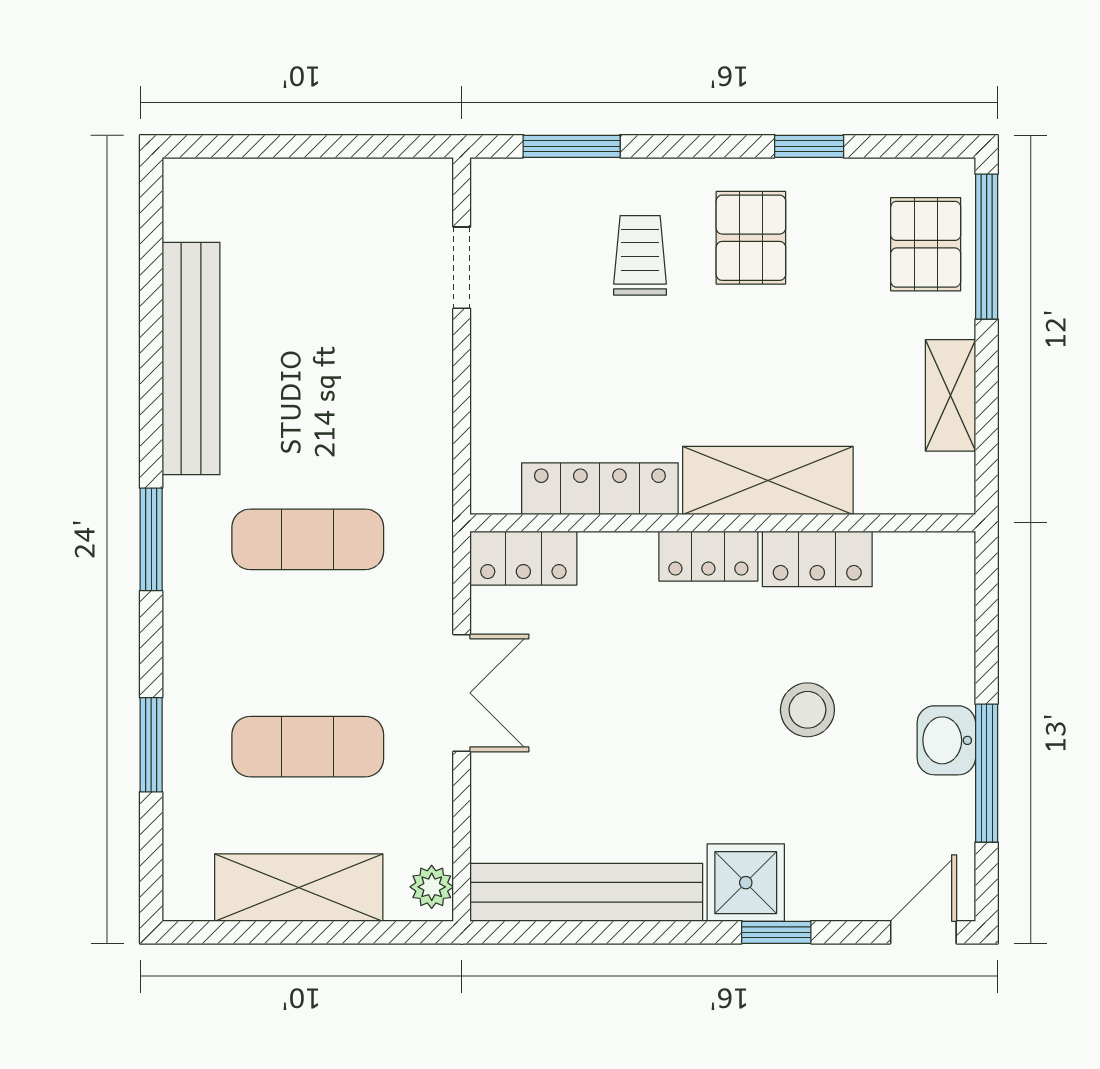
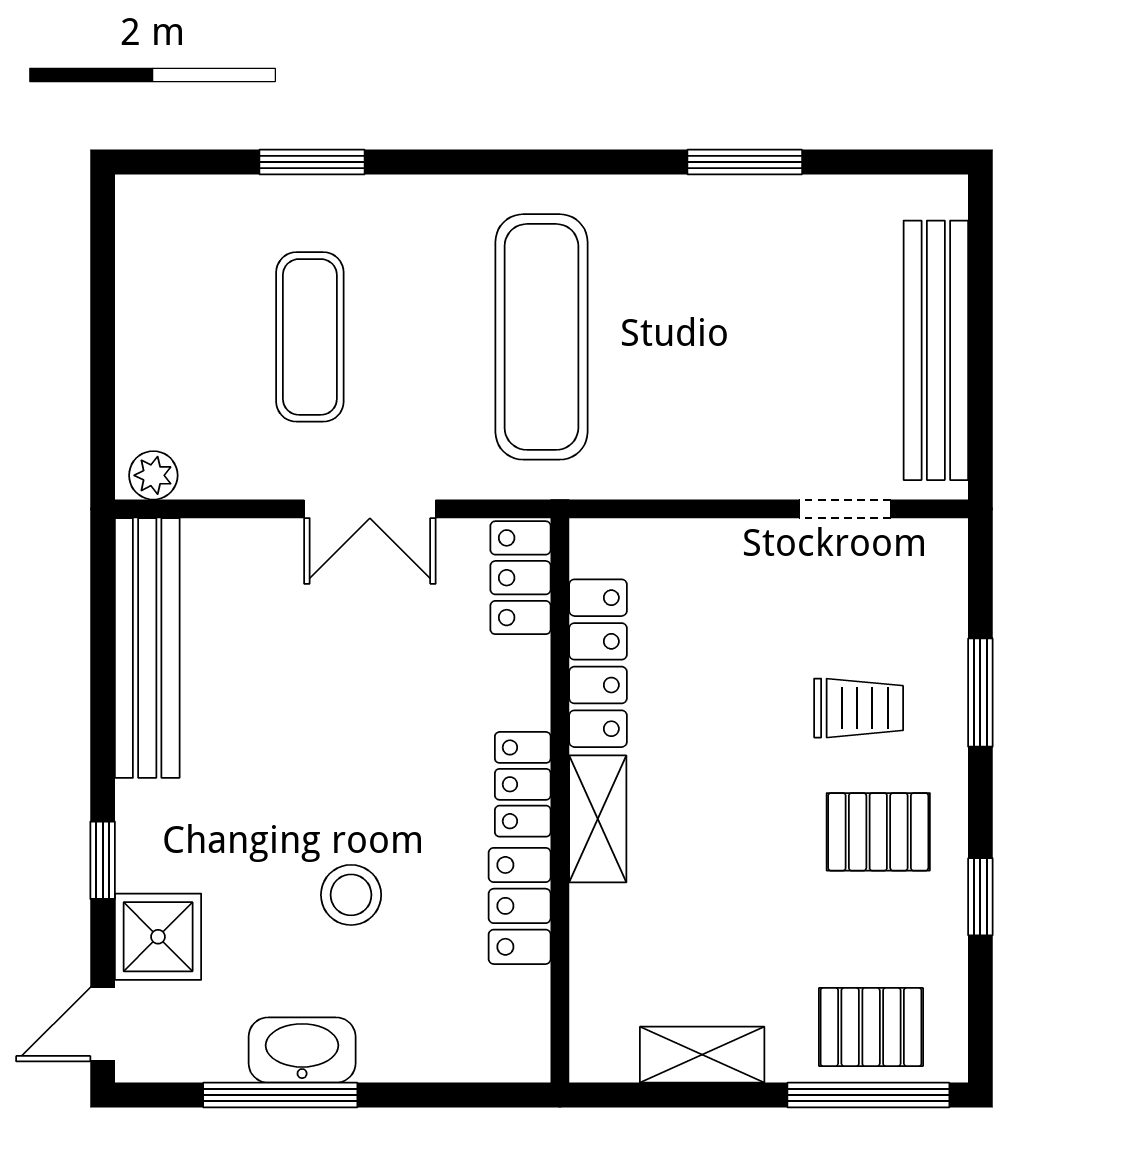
window: (572, 146) -> (980, 693), moved
bench: (191, 358) -> (936, 350), moved, turned 90
shelving: (768, 480) -> (598, 819), width x0.67, depth x0.75
window: (151, 539) -> (745, 162), moved
exercise mat: (308, 539) -> (541, 337), width x1.36, depth x1.45
washbasin: (946, 740) -> (302, 1050), width x1.38
shower: (746, 883) -> (158, 937), moved
shelving: (299, 888) -> (152, 327), removed
door: (923, 932) -> (103, 1024), swing flipped

